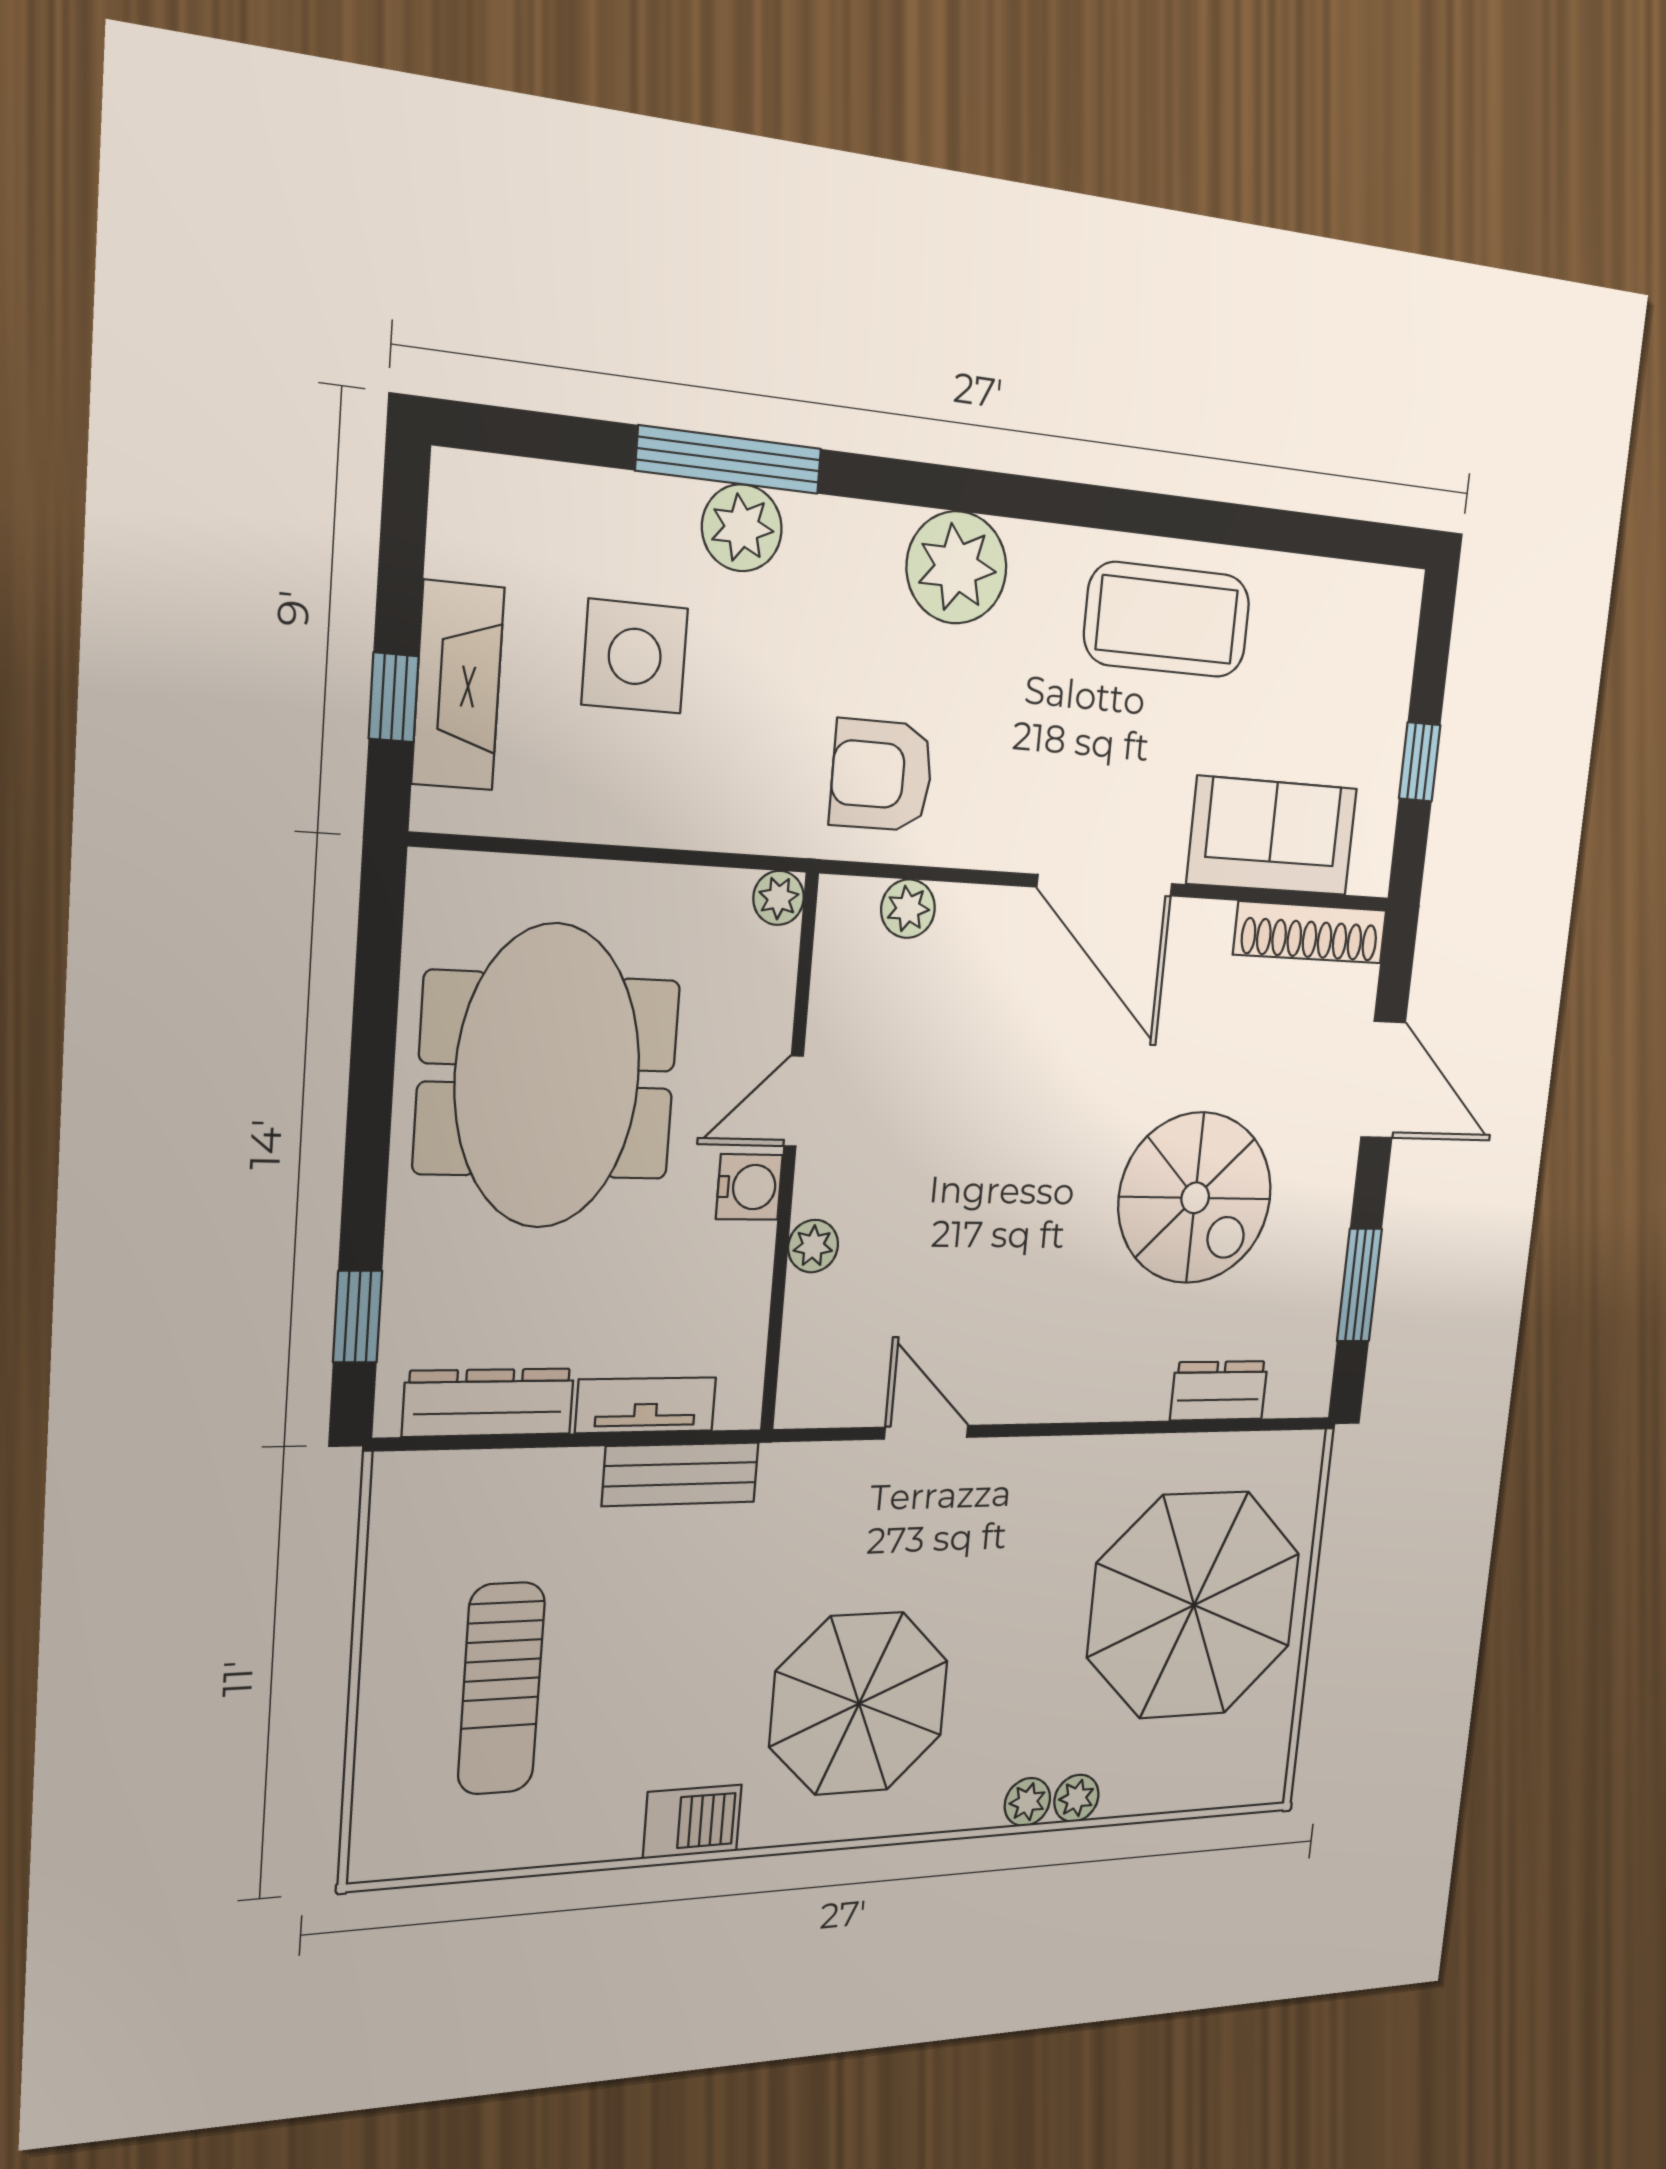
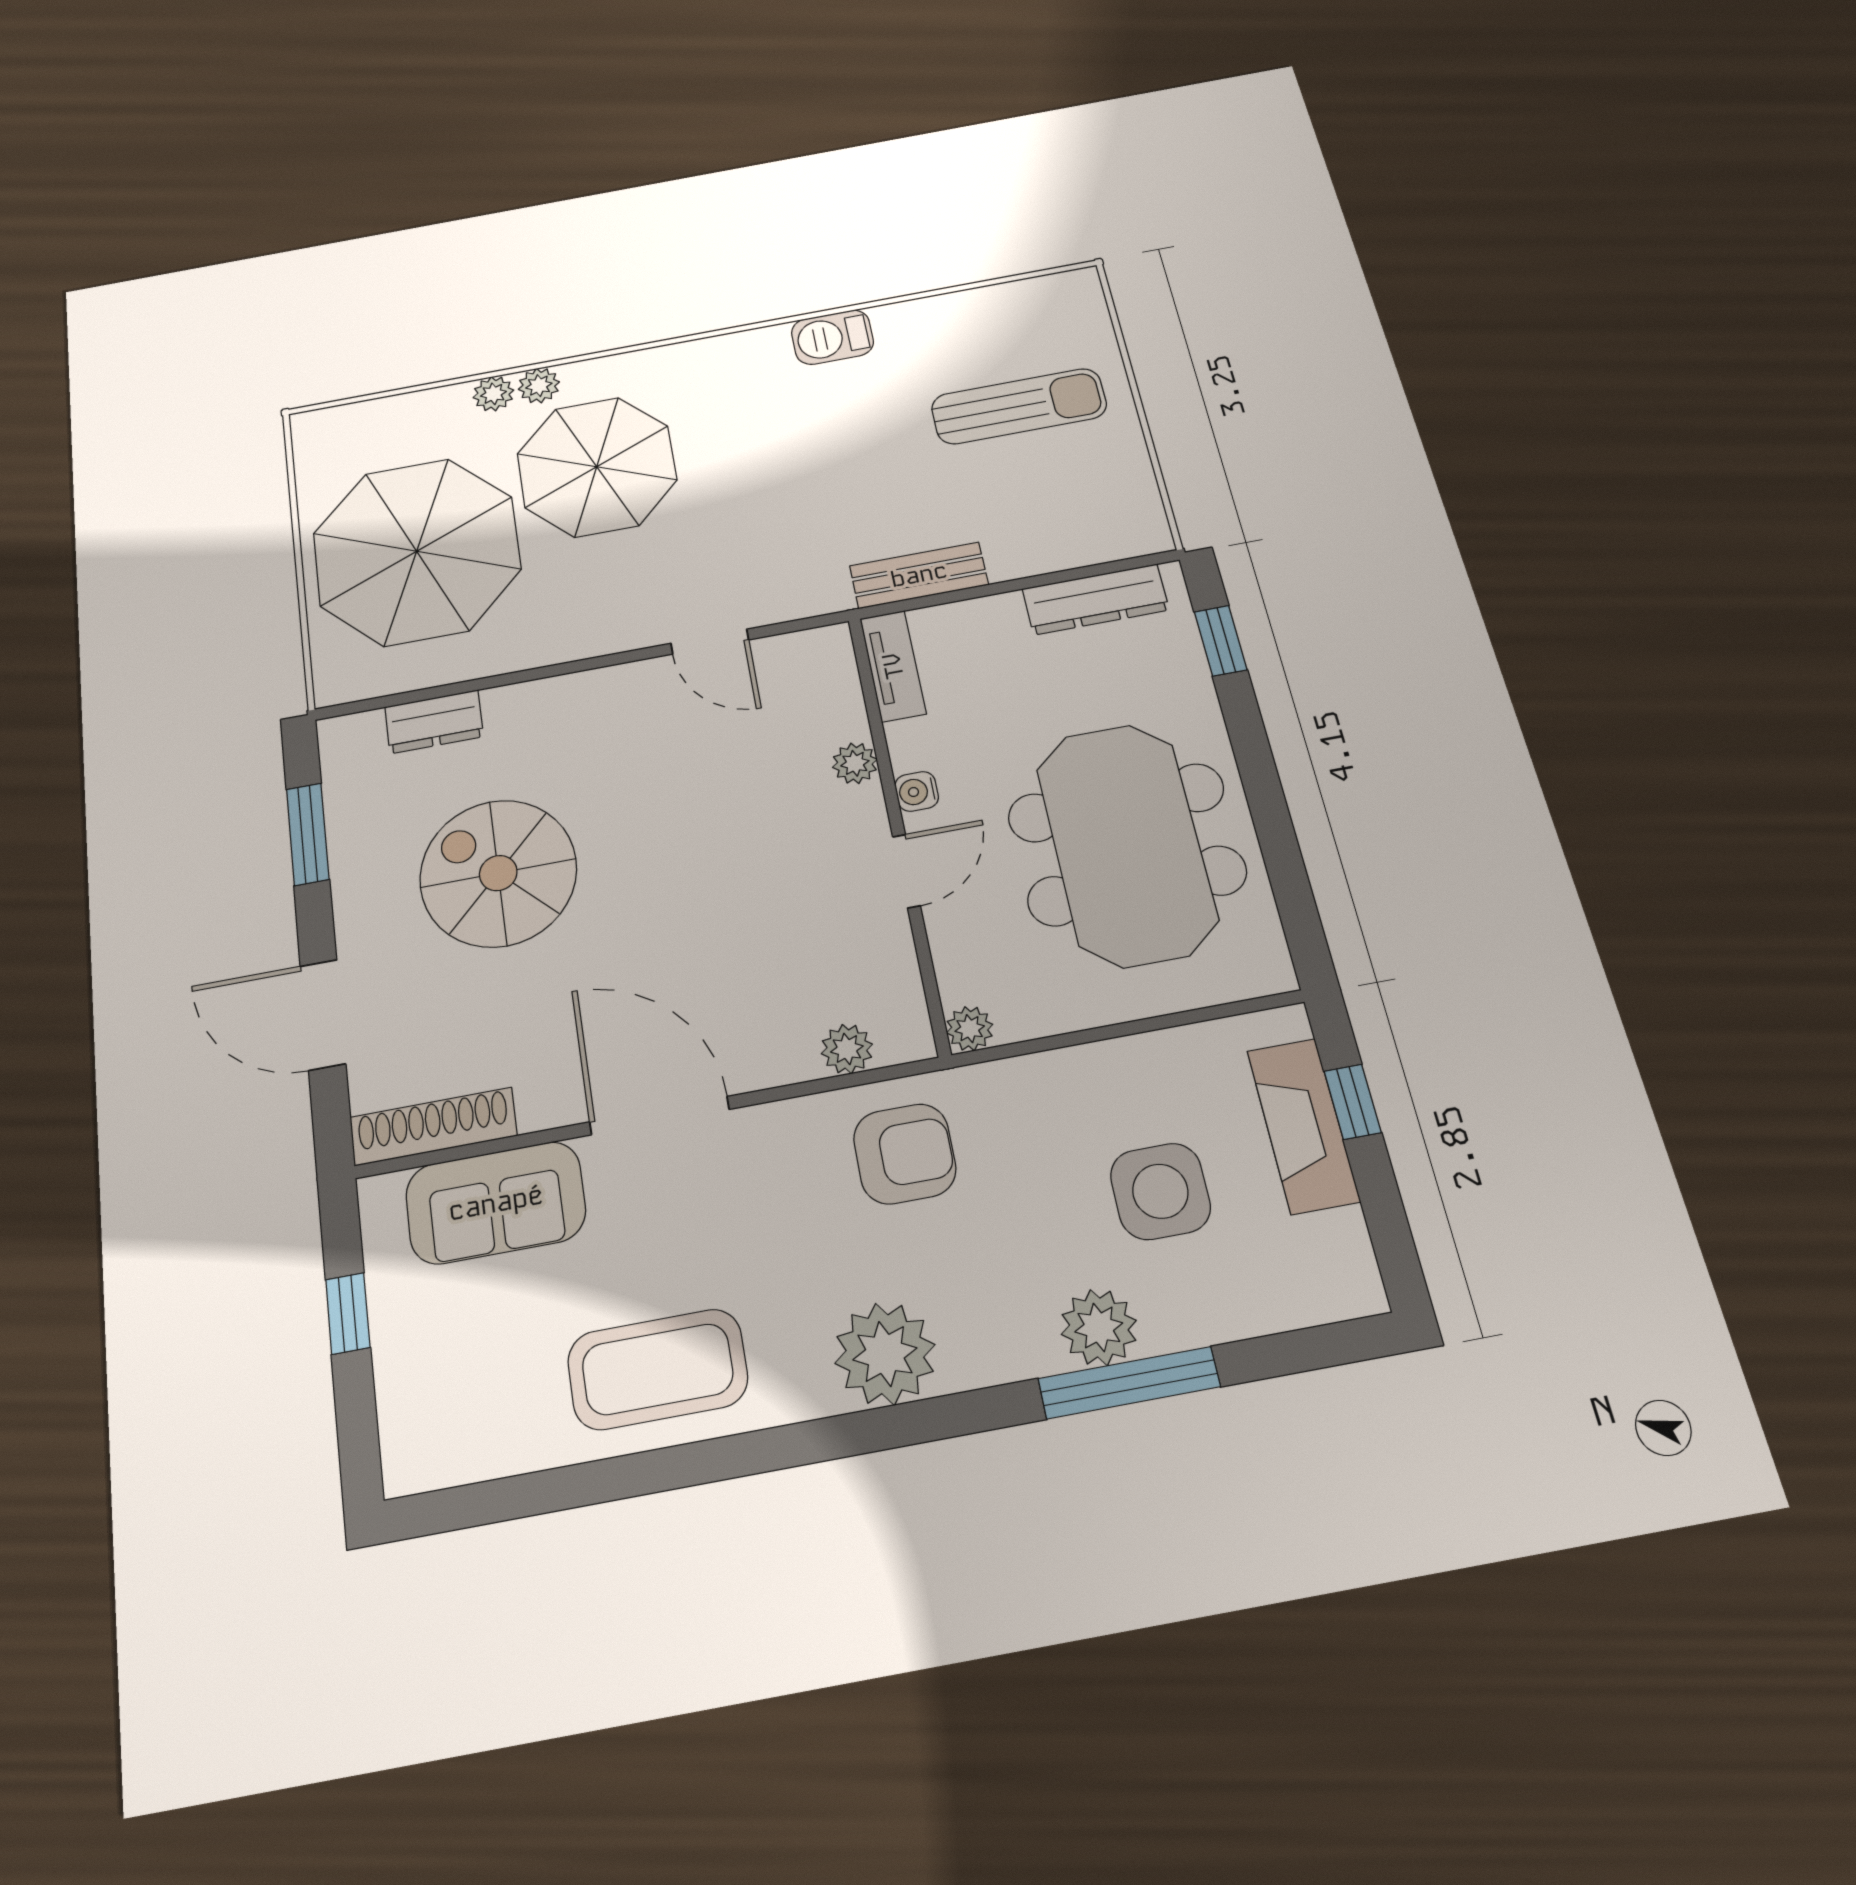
water cooler: (749, 1187) -> (917, 791), width x0.72, depth x0.72
tv unit: (646, 1405) -> (893, 666), moved, turned -90
sun lounger: (501, 1689) -> (1019, 406), turned 90
parasol: (859, 1704) -> (597, 467), moved

